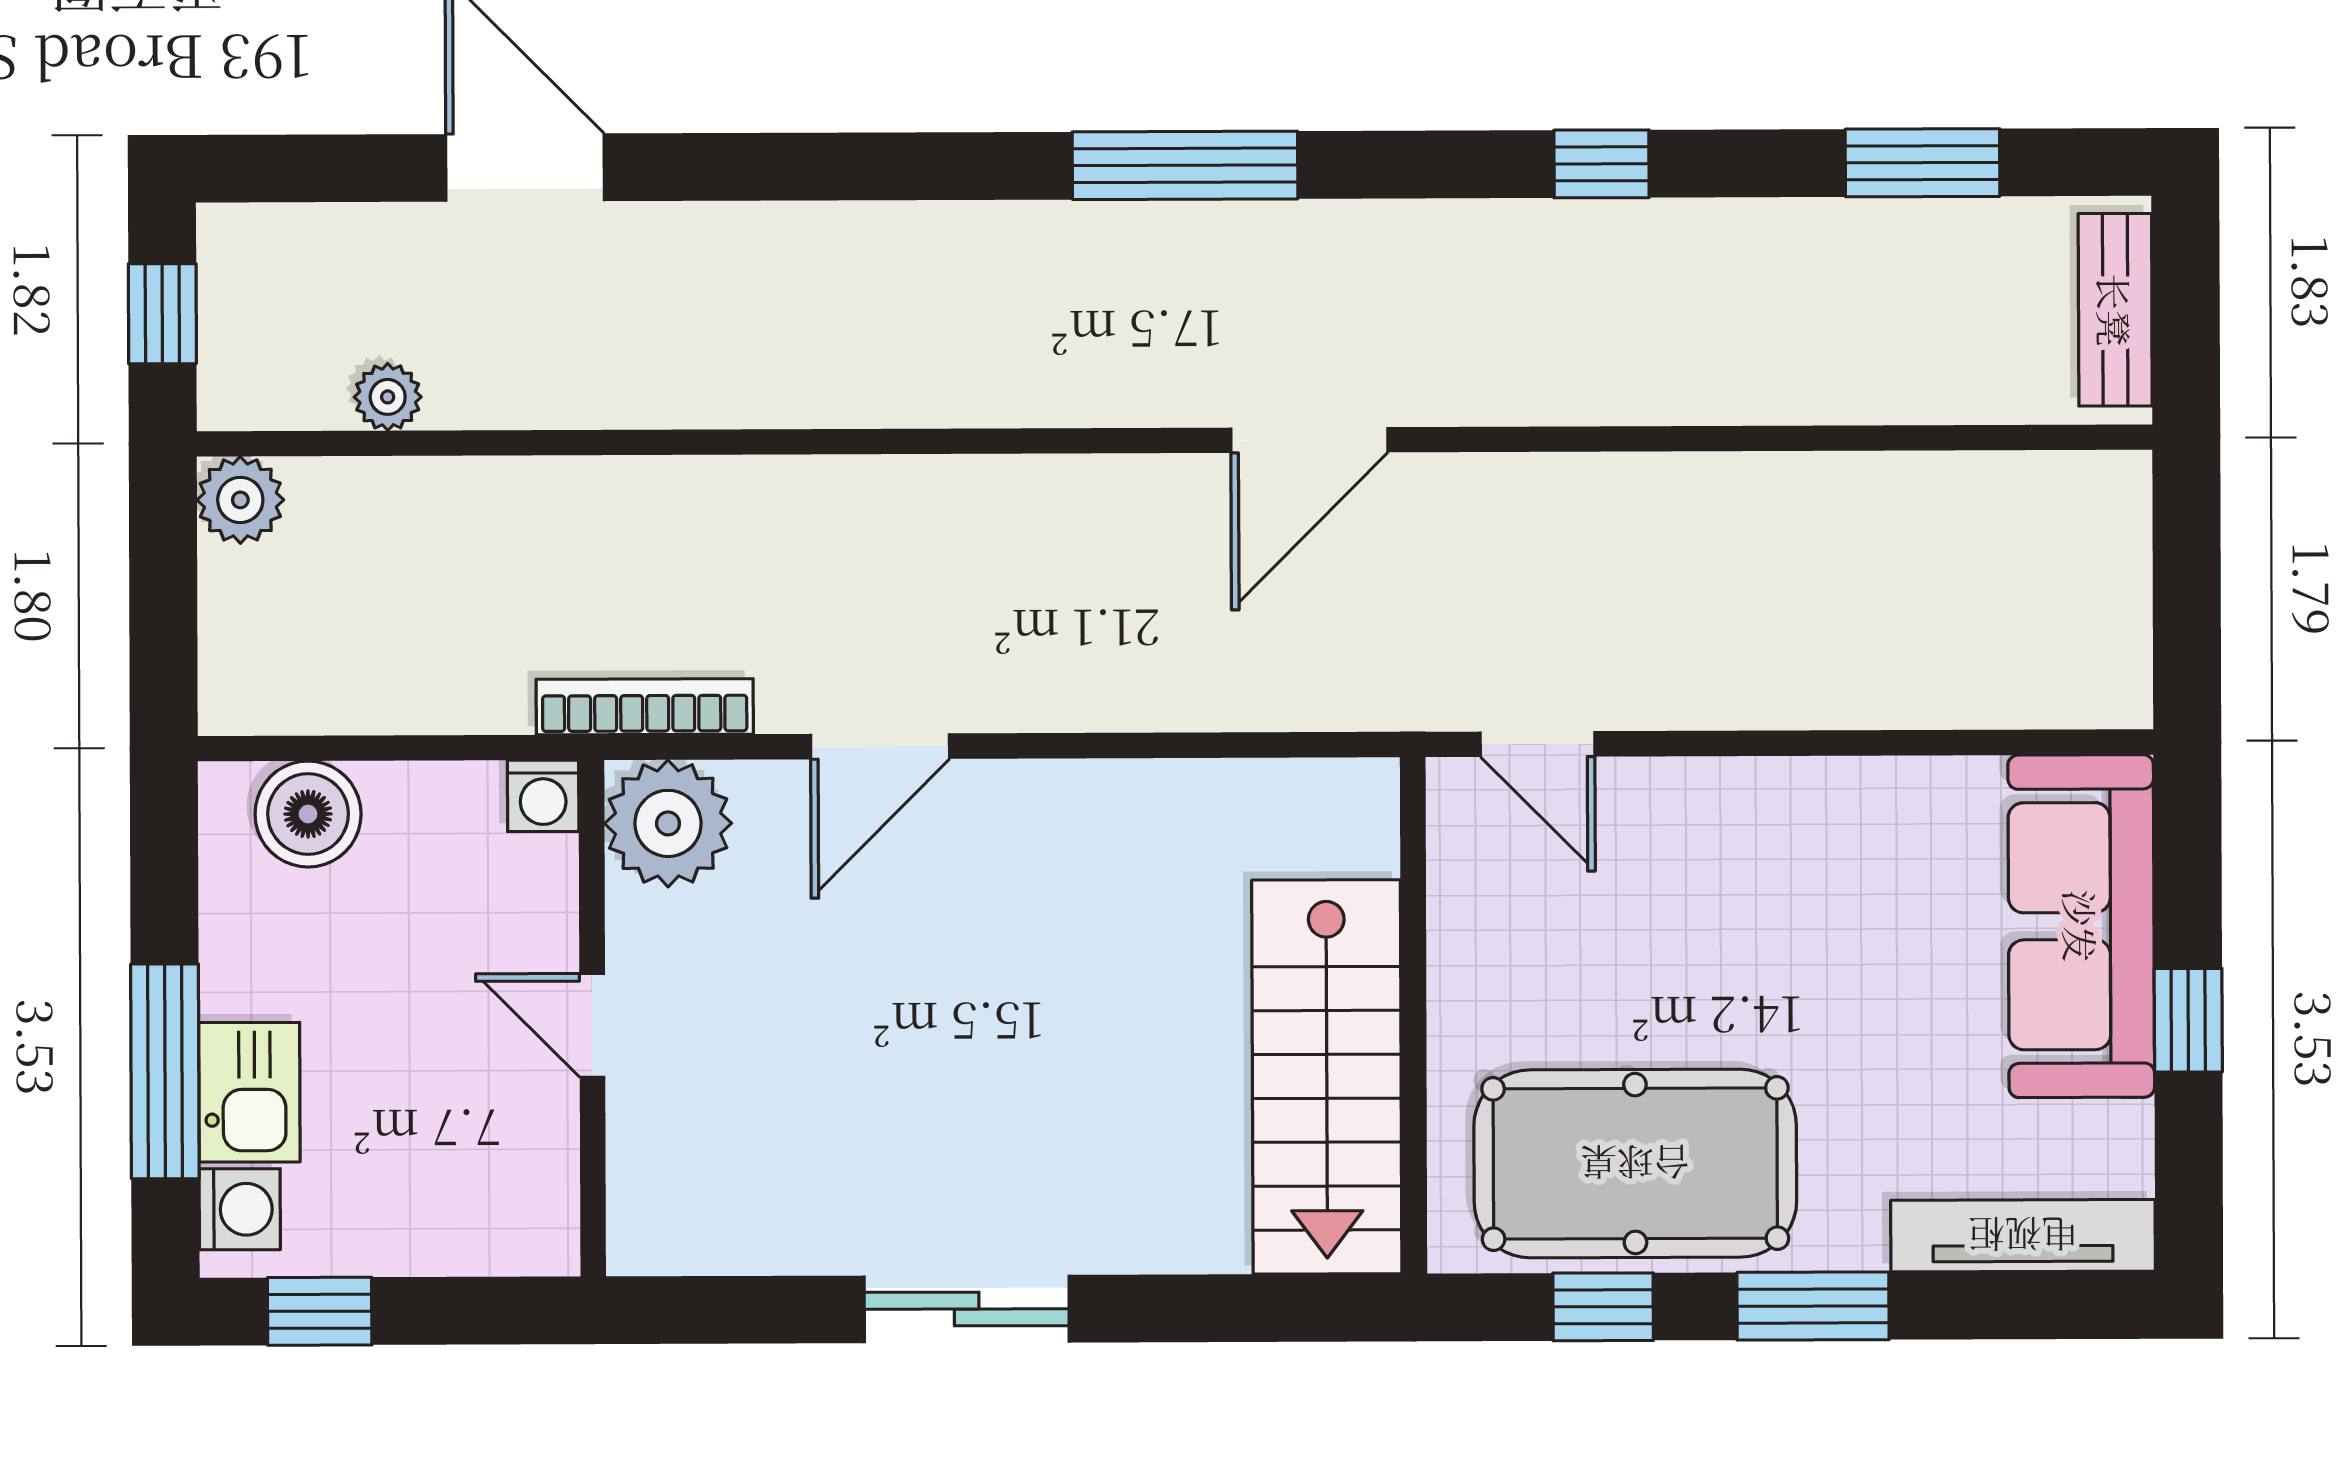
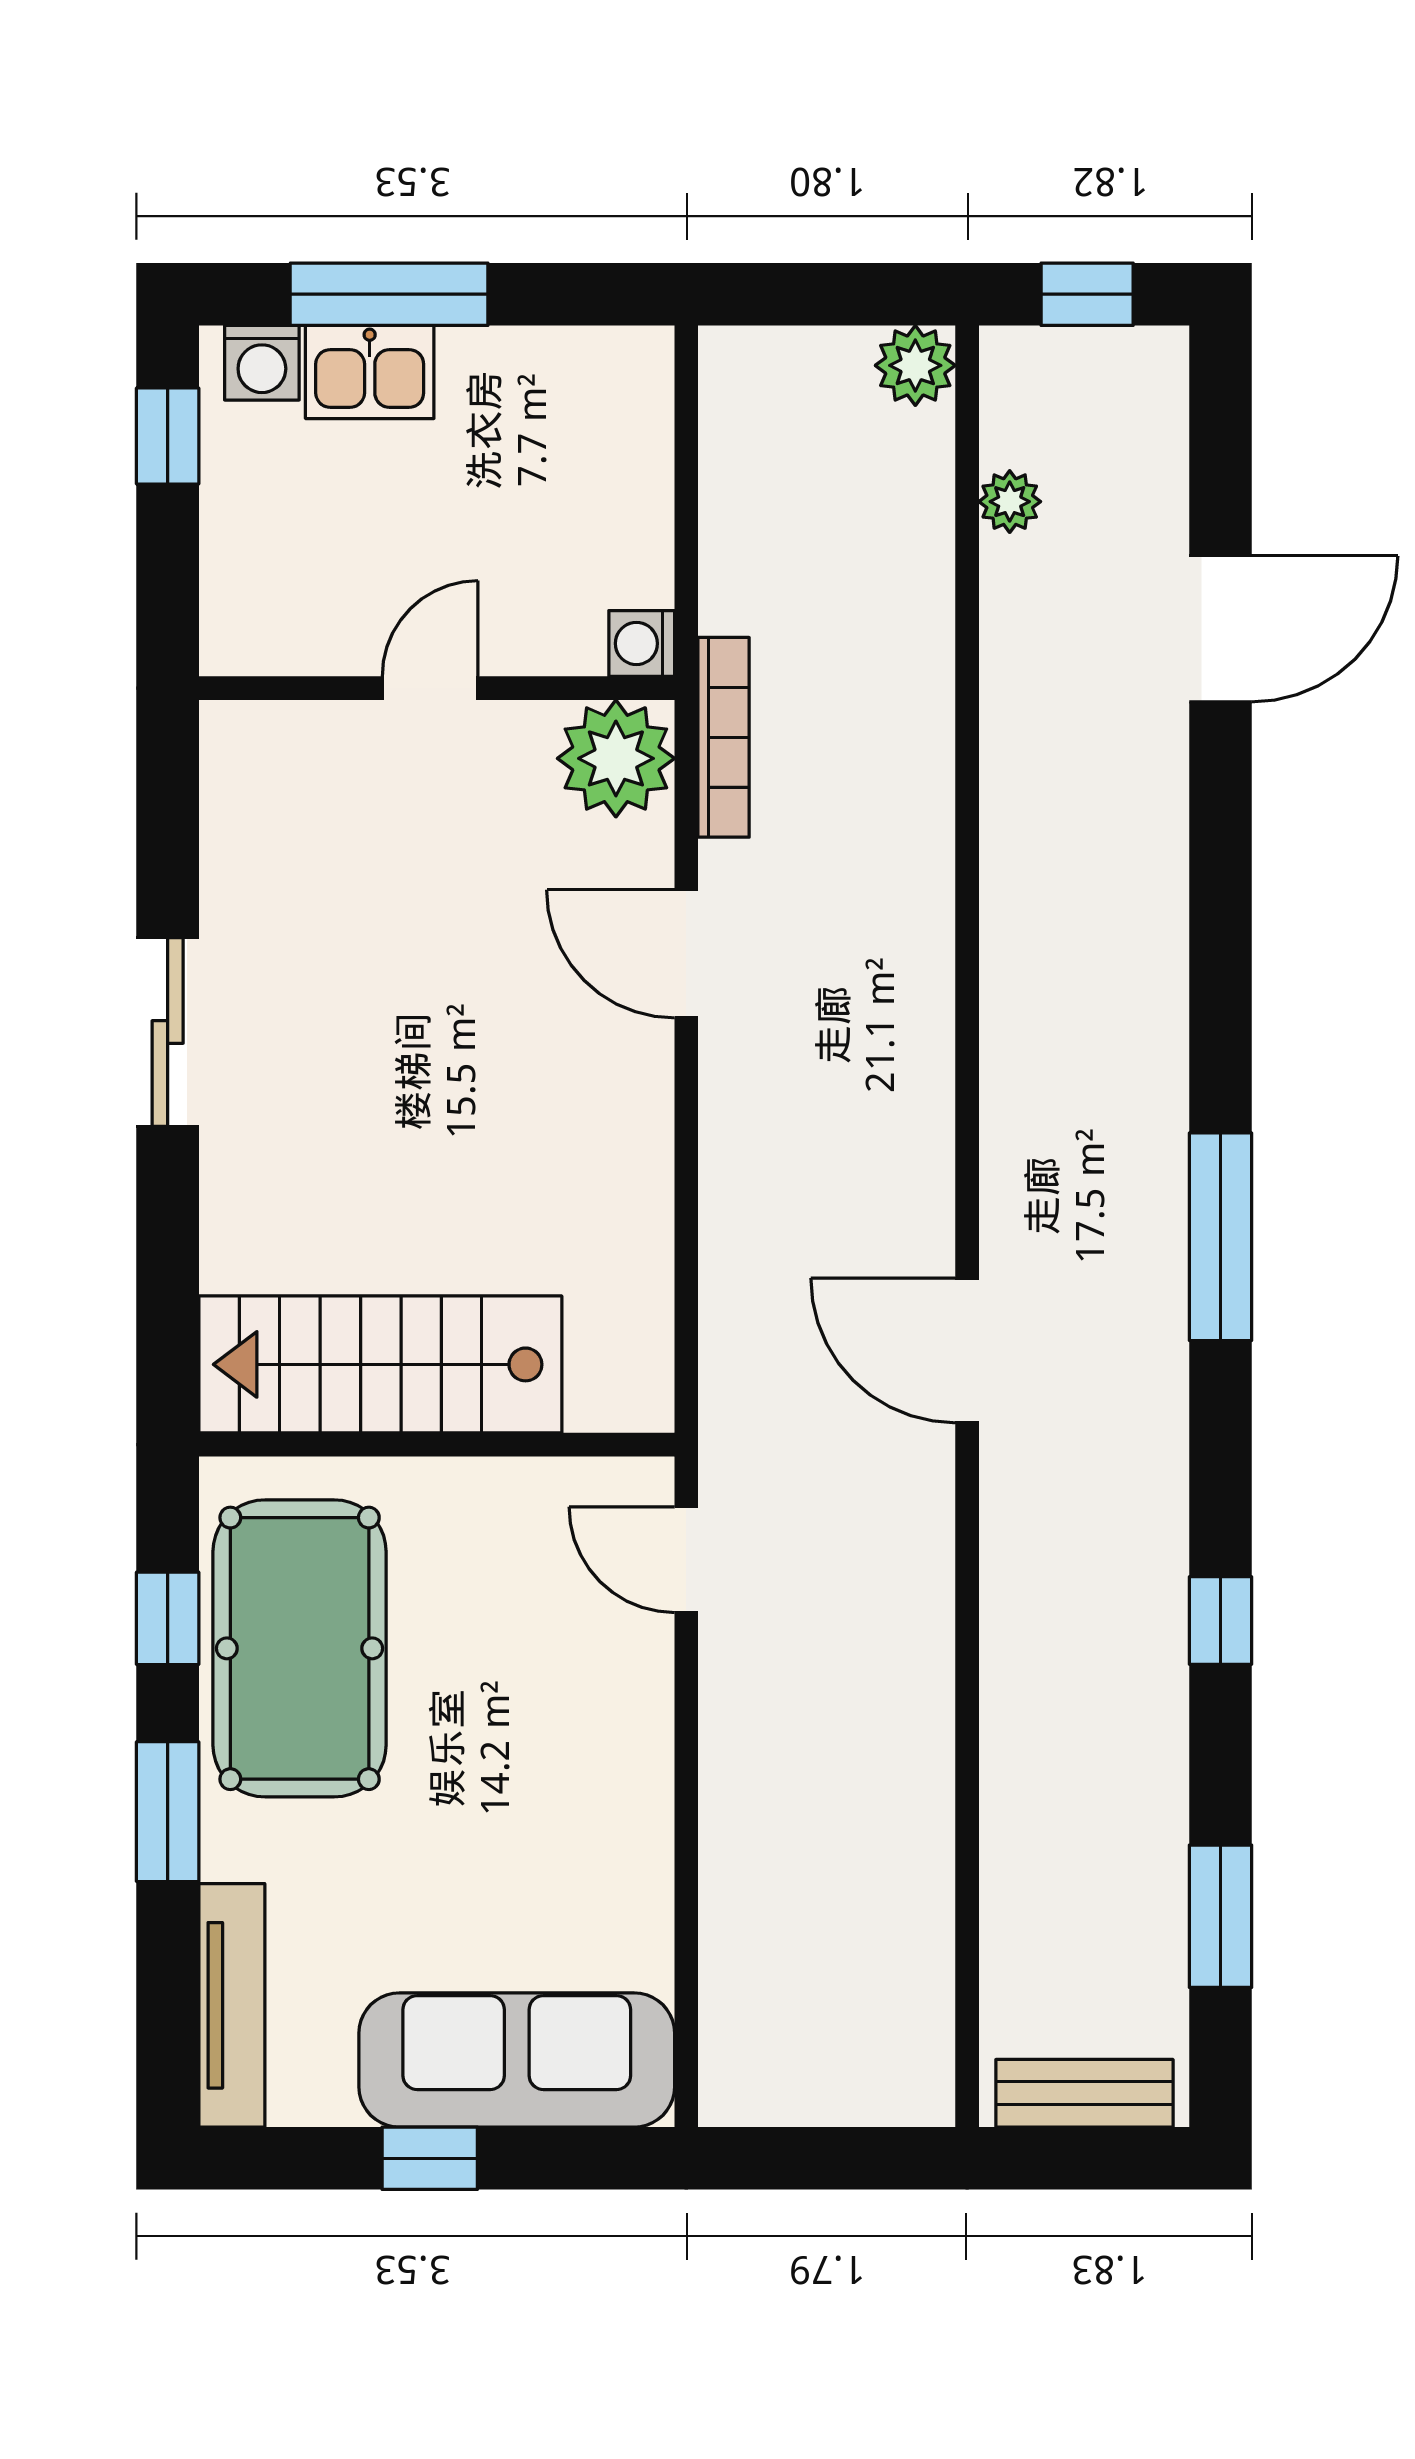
door: (1538, 744) -> (686, 1560), hinge flipped
boiler: (308, 814) -> (626, 427), removed

